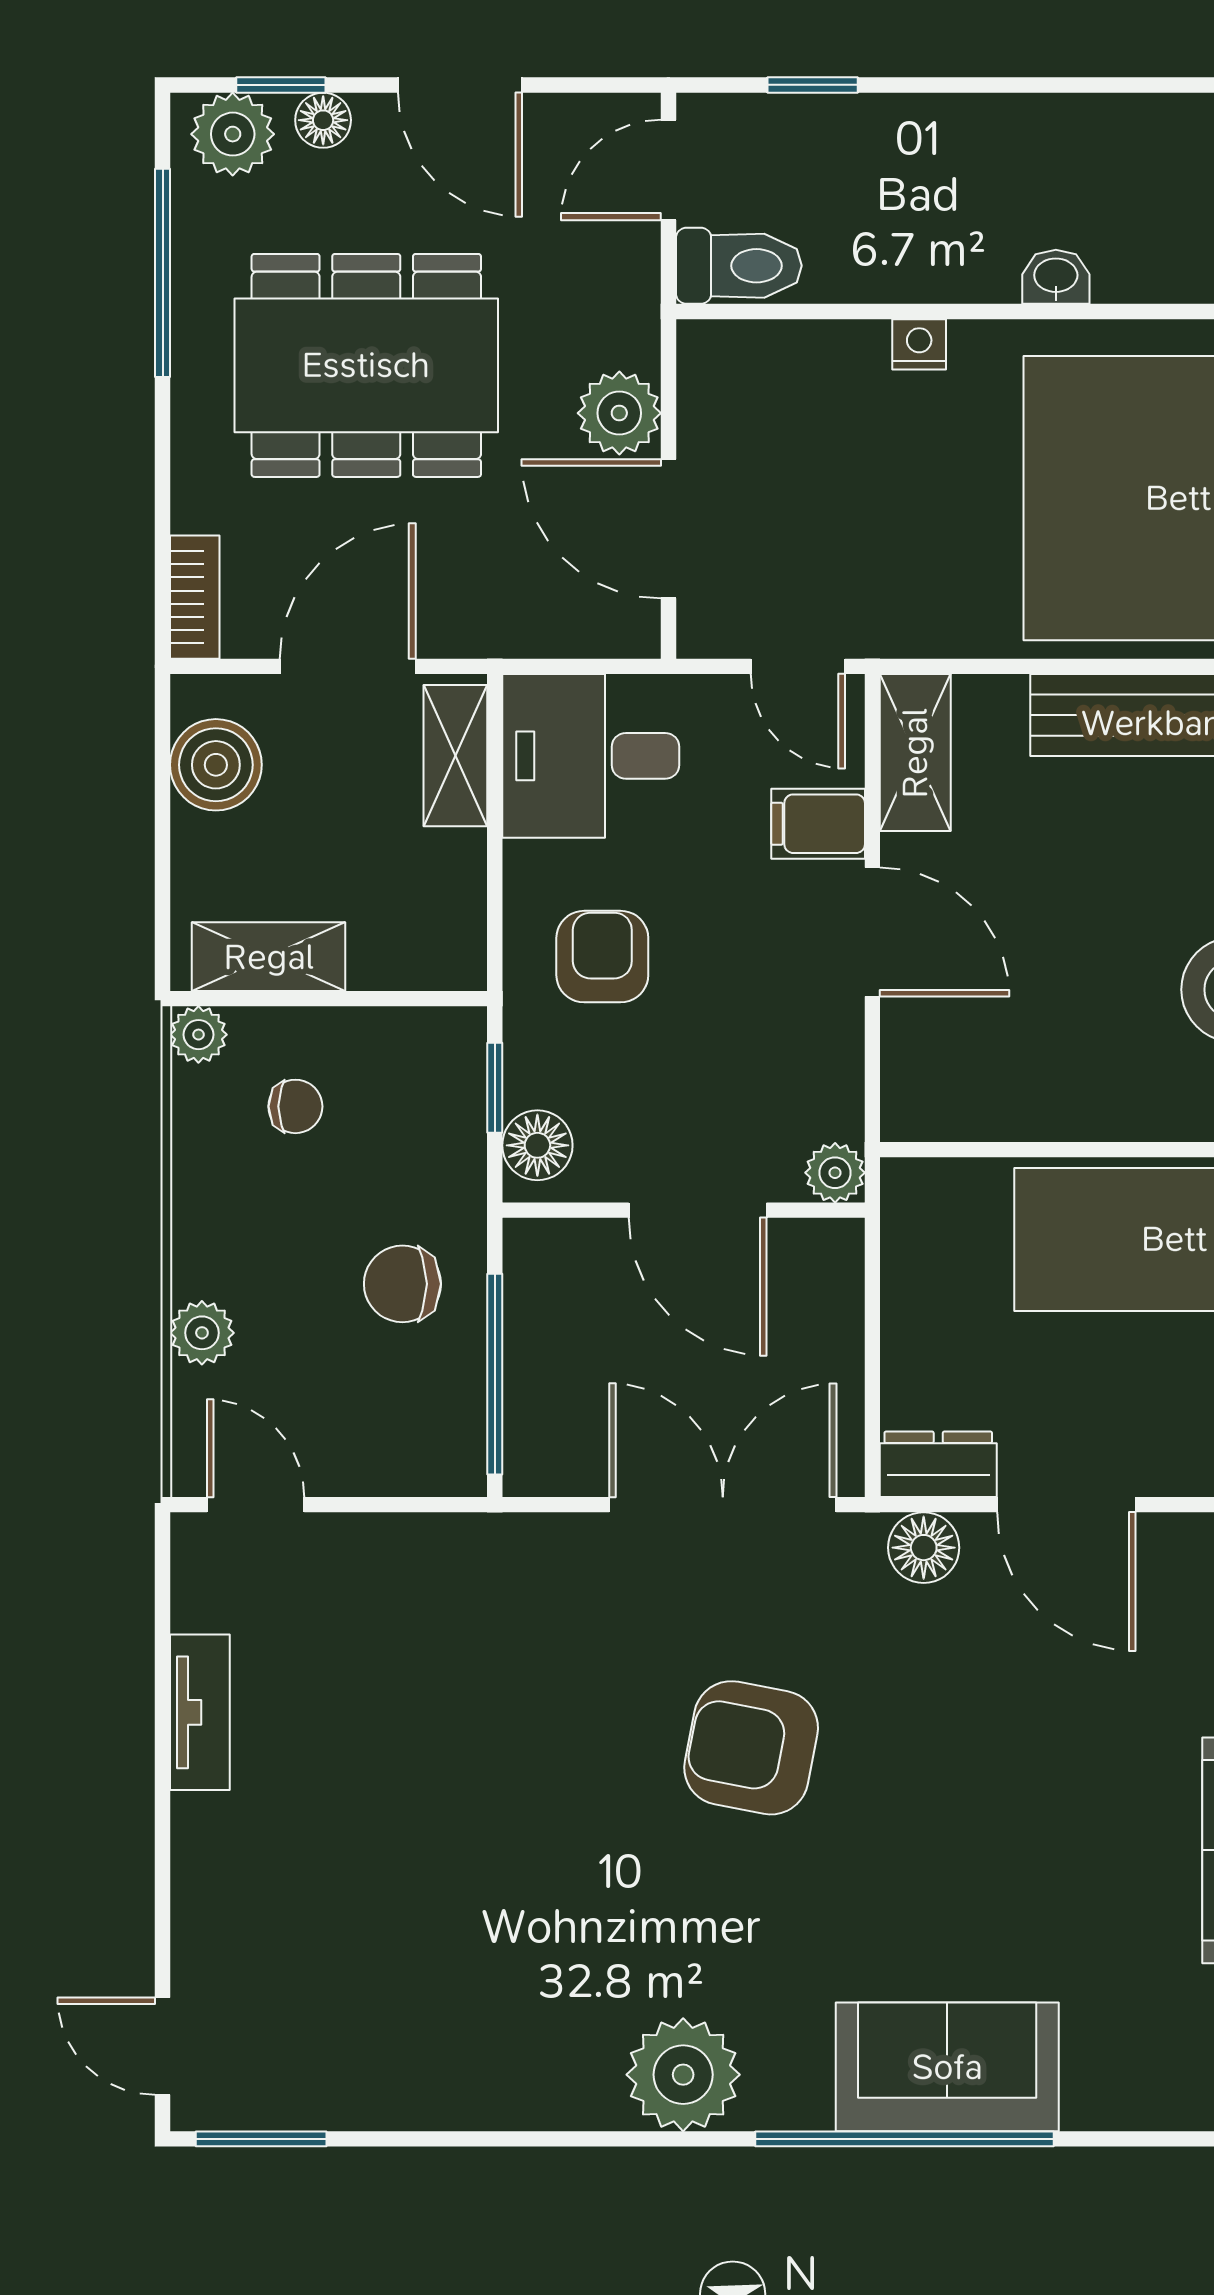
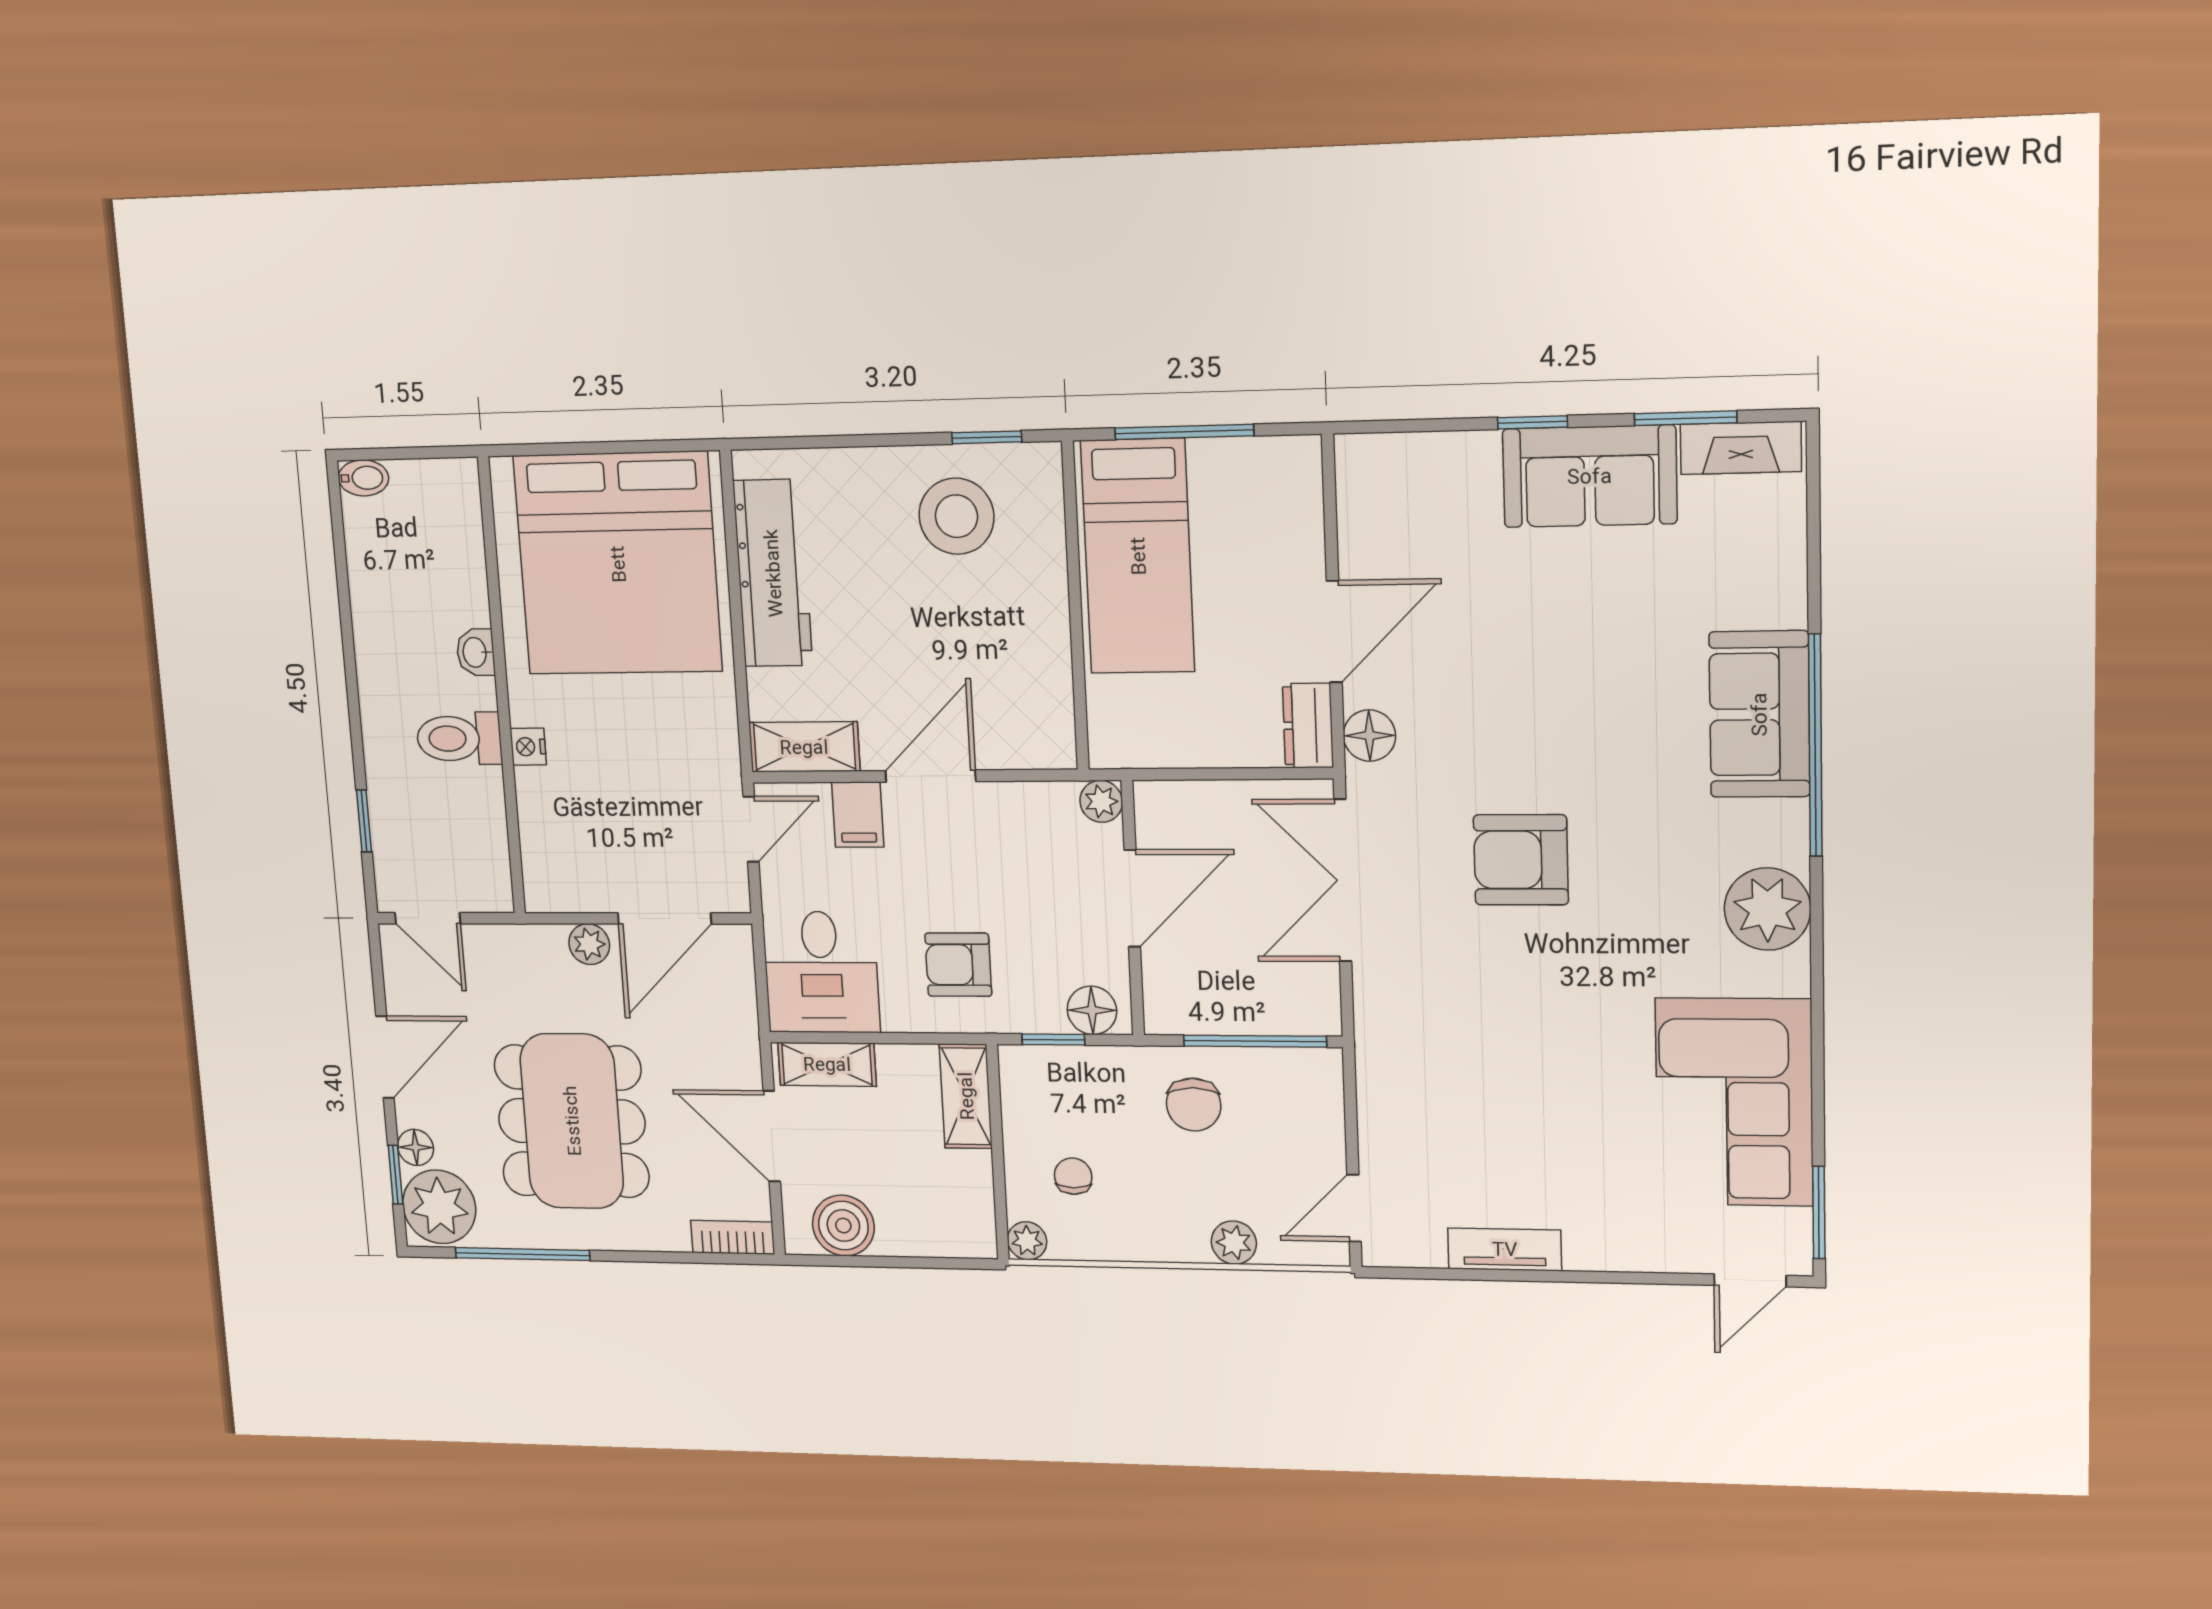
plant: (233, 134) -> (439, 1207), width x1.36, depth x1.36
toilet: (739, 266) -> (459, 738), moved, turned -90
plant: (619, 413) -> (589, 944), width x0.73, depth x0.73
shelving: (269, 957) -> (966, 1096), moved
armchair: (751, 1748) -> (1521, 860), turned 79
corner sofa: (415, 2028) -> (1734, 1102), added

